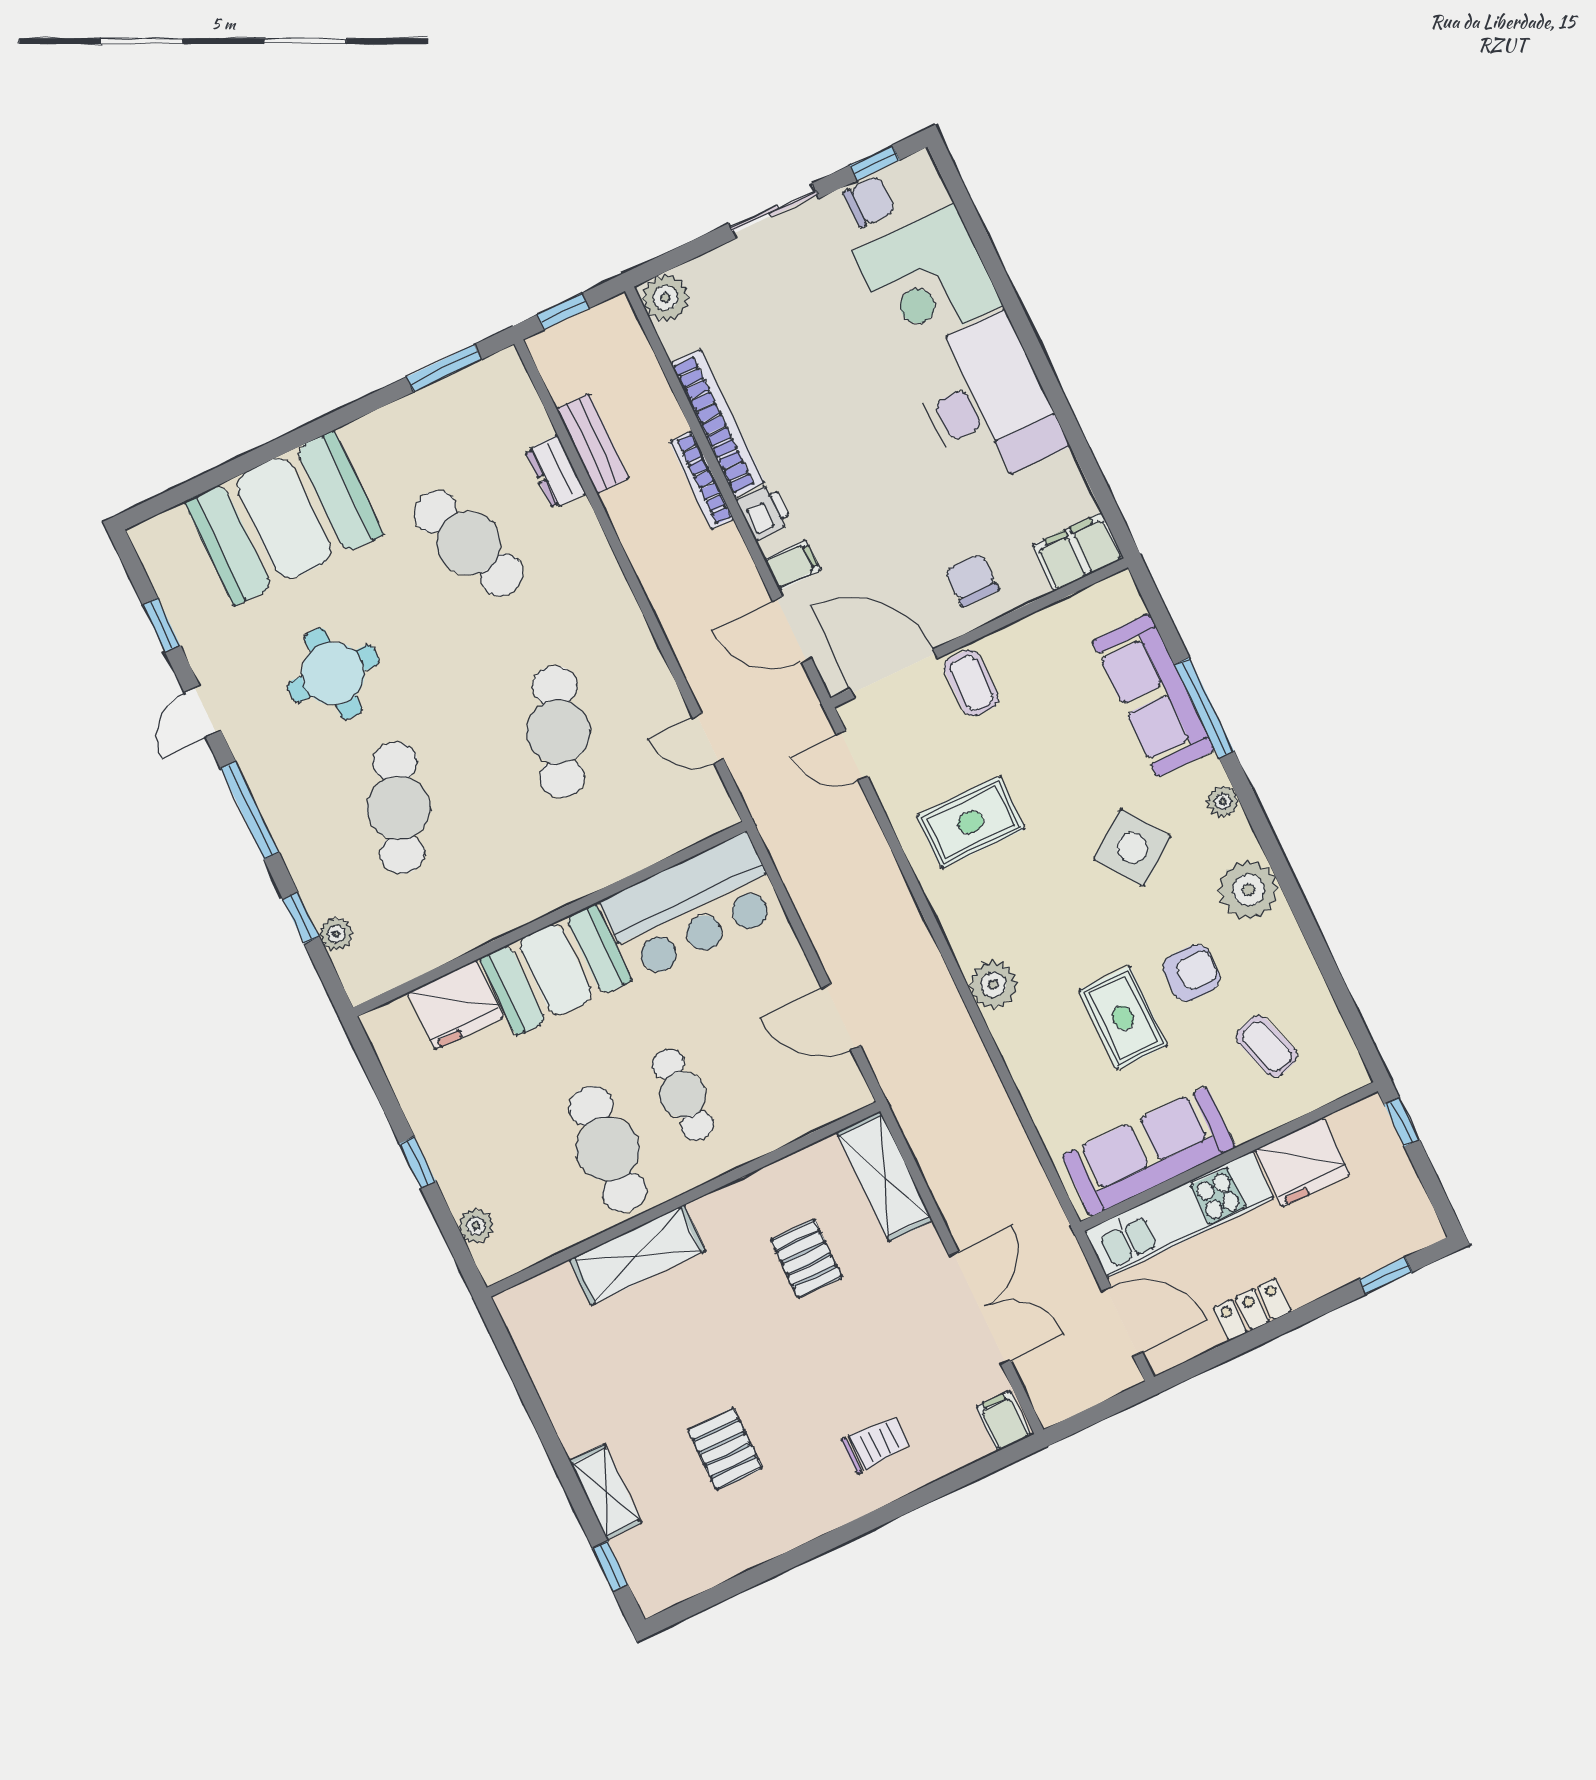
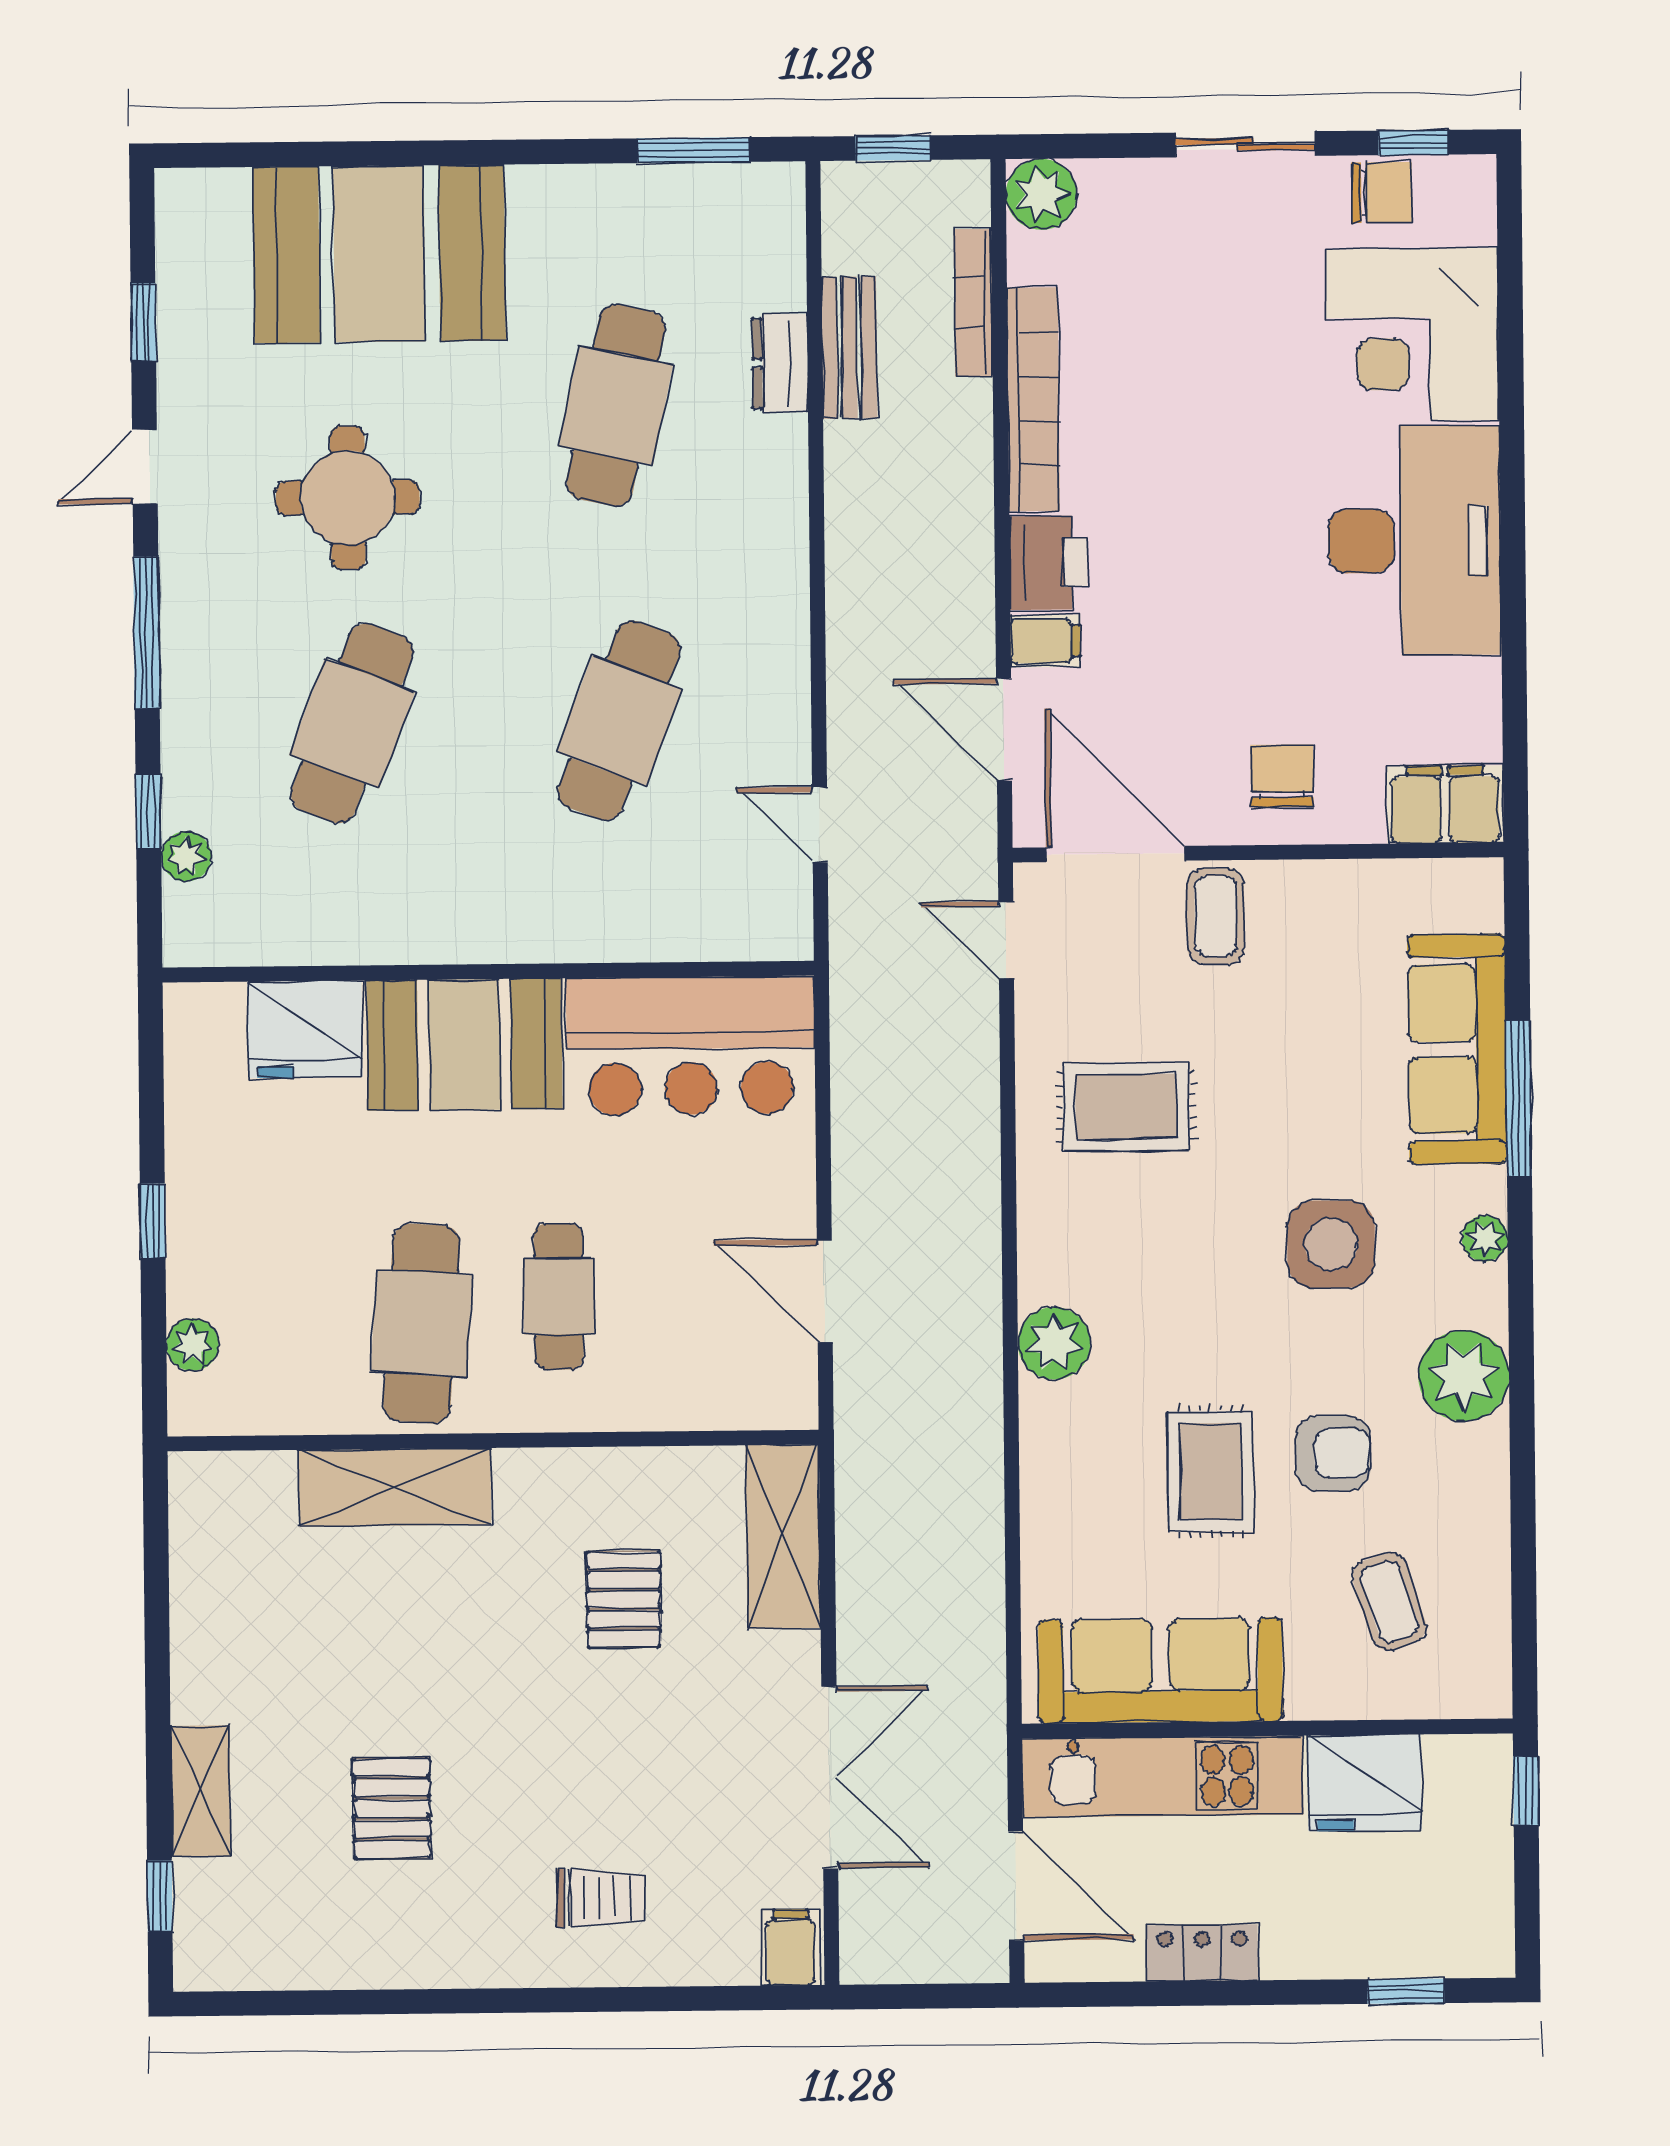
bookcase: (702, 480) -> (973, 303), moved
printer: (764, 512) -> (1048, 563), width x1.36, depth x1.24
cafe table: (469, 543) -> (616, 405), turned 33
side table: (1132, 848) -> (1331, 1244), turned 36

